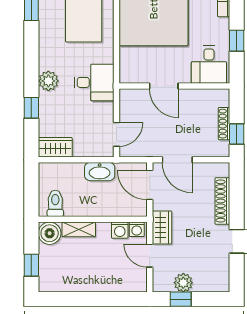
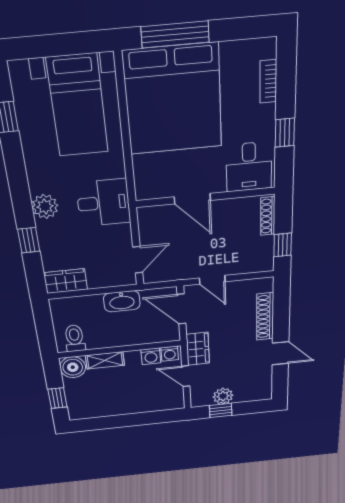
shoe rack: (224, 124) -> (268, 216), moved
door: (177, 160) -> (212, 280), width x0.73

